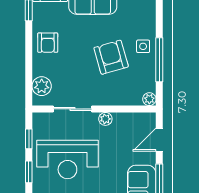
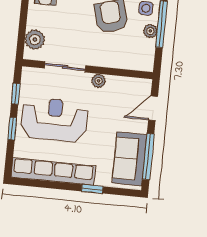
plant: (149, 99) -> (150, 31), moved
reception desk: (67, 160) -> (54, 120), turned 180

